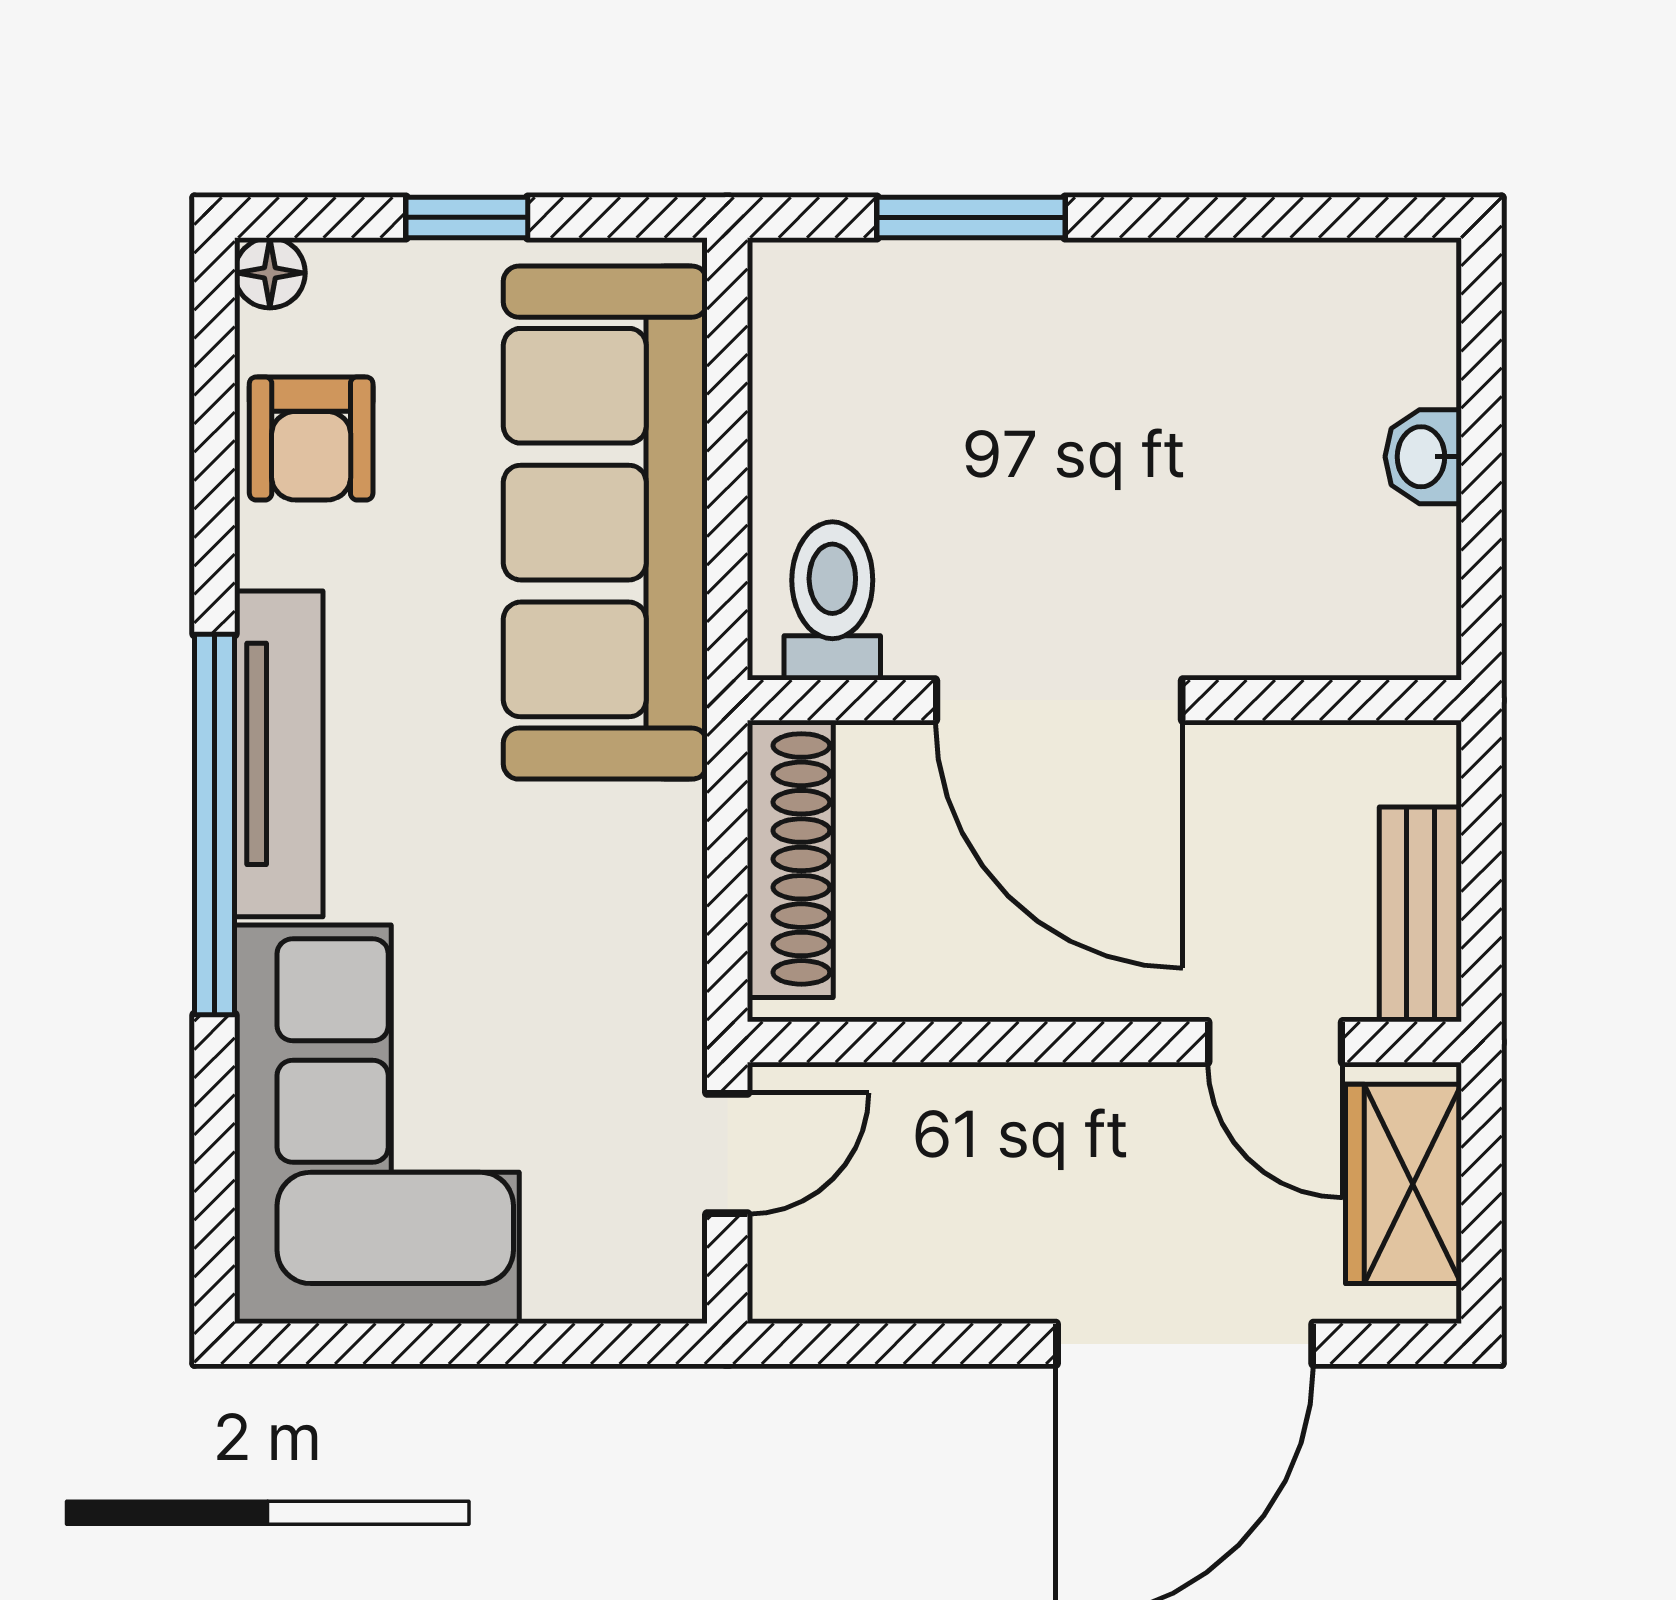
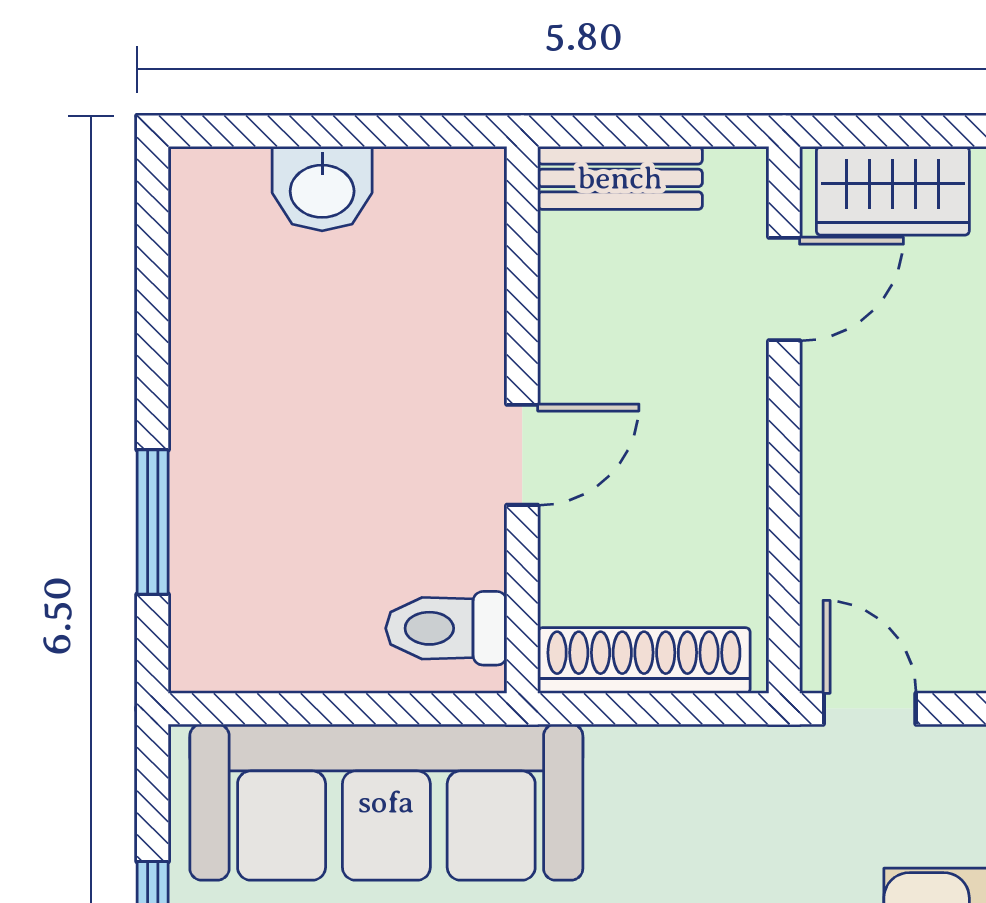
washbasin: (1423, 457) -> (322, 189), width x1.38, depth x1.45
door: (1059, 700) -> (522, 455), width x0.53
bench: (1420, 914) -> (620, 178), moved

